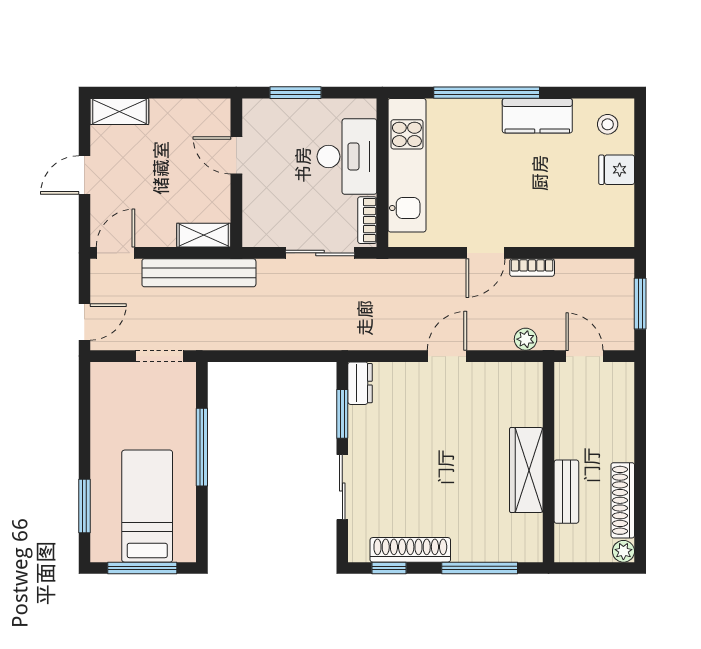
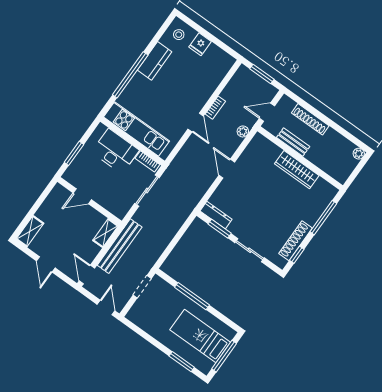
dresser: (360, 383) -> (216, 215), width x1.44
bench: (566, 492) -> (293, 142), moved
shoe rack: (623, 500) -> (310, 119), moved

